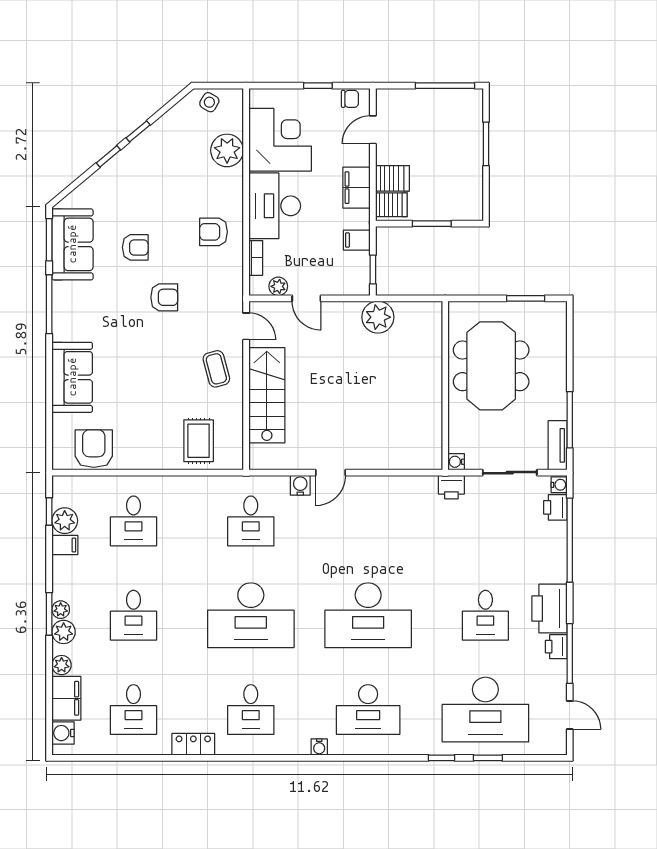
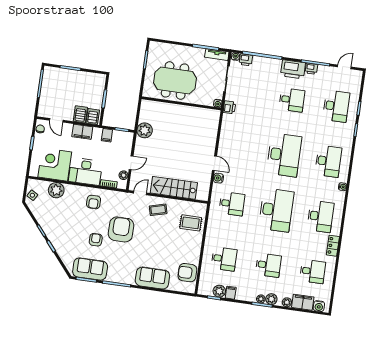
armchair: (164, 297) -> (121, 229), width x1.88, depth x1.88
desk: (251, 710) -> (320, 216), width x1.37
desk: (485, 710) -> (336, 106), width x0.73, depth x0.77

